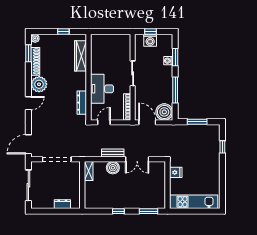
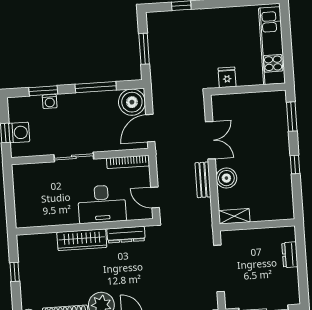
wardrobe: (80, 56) -> (82, 240), moved

